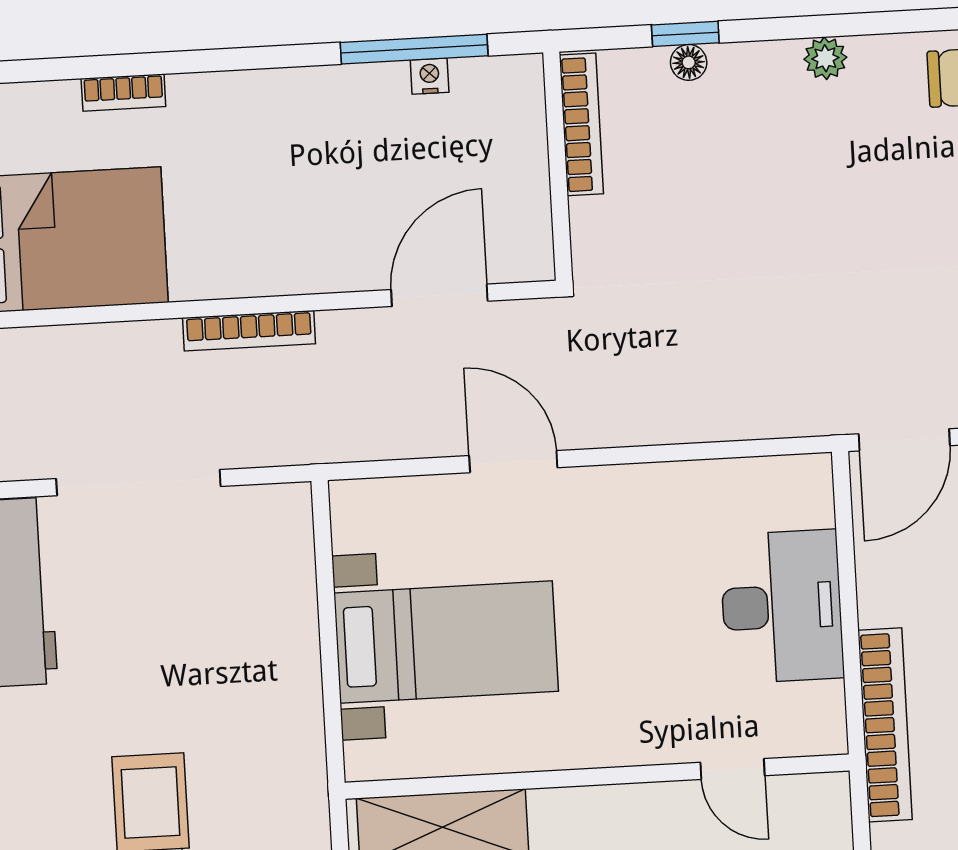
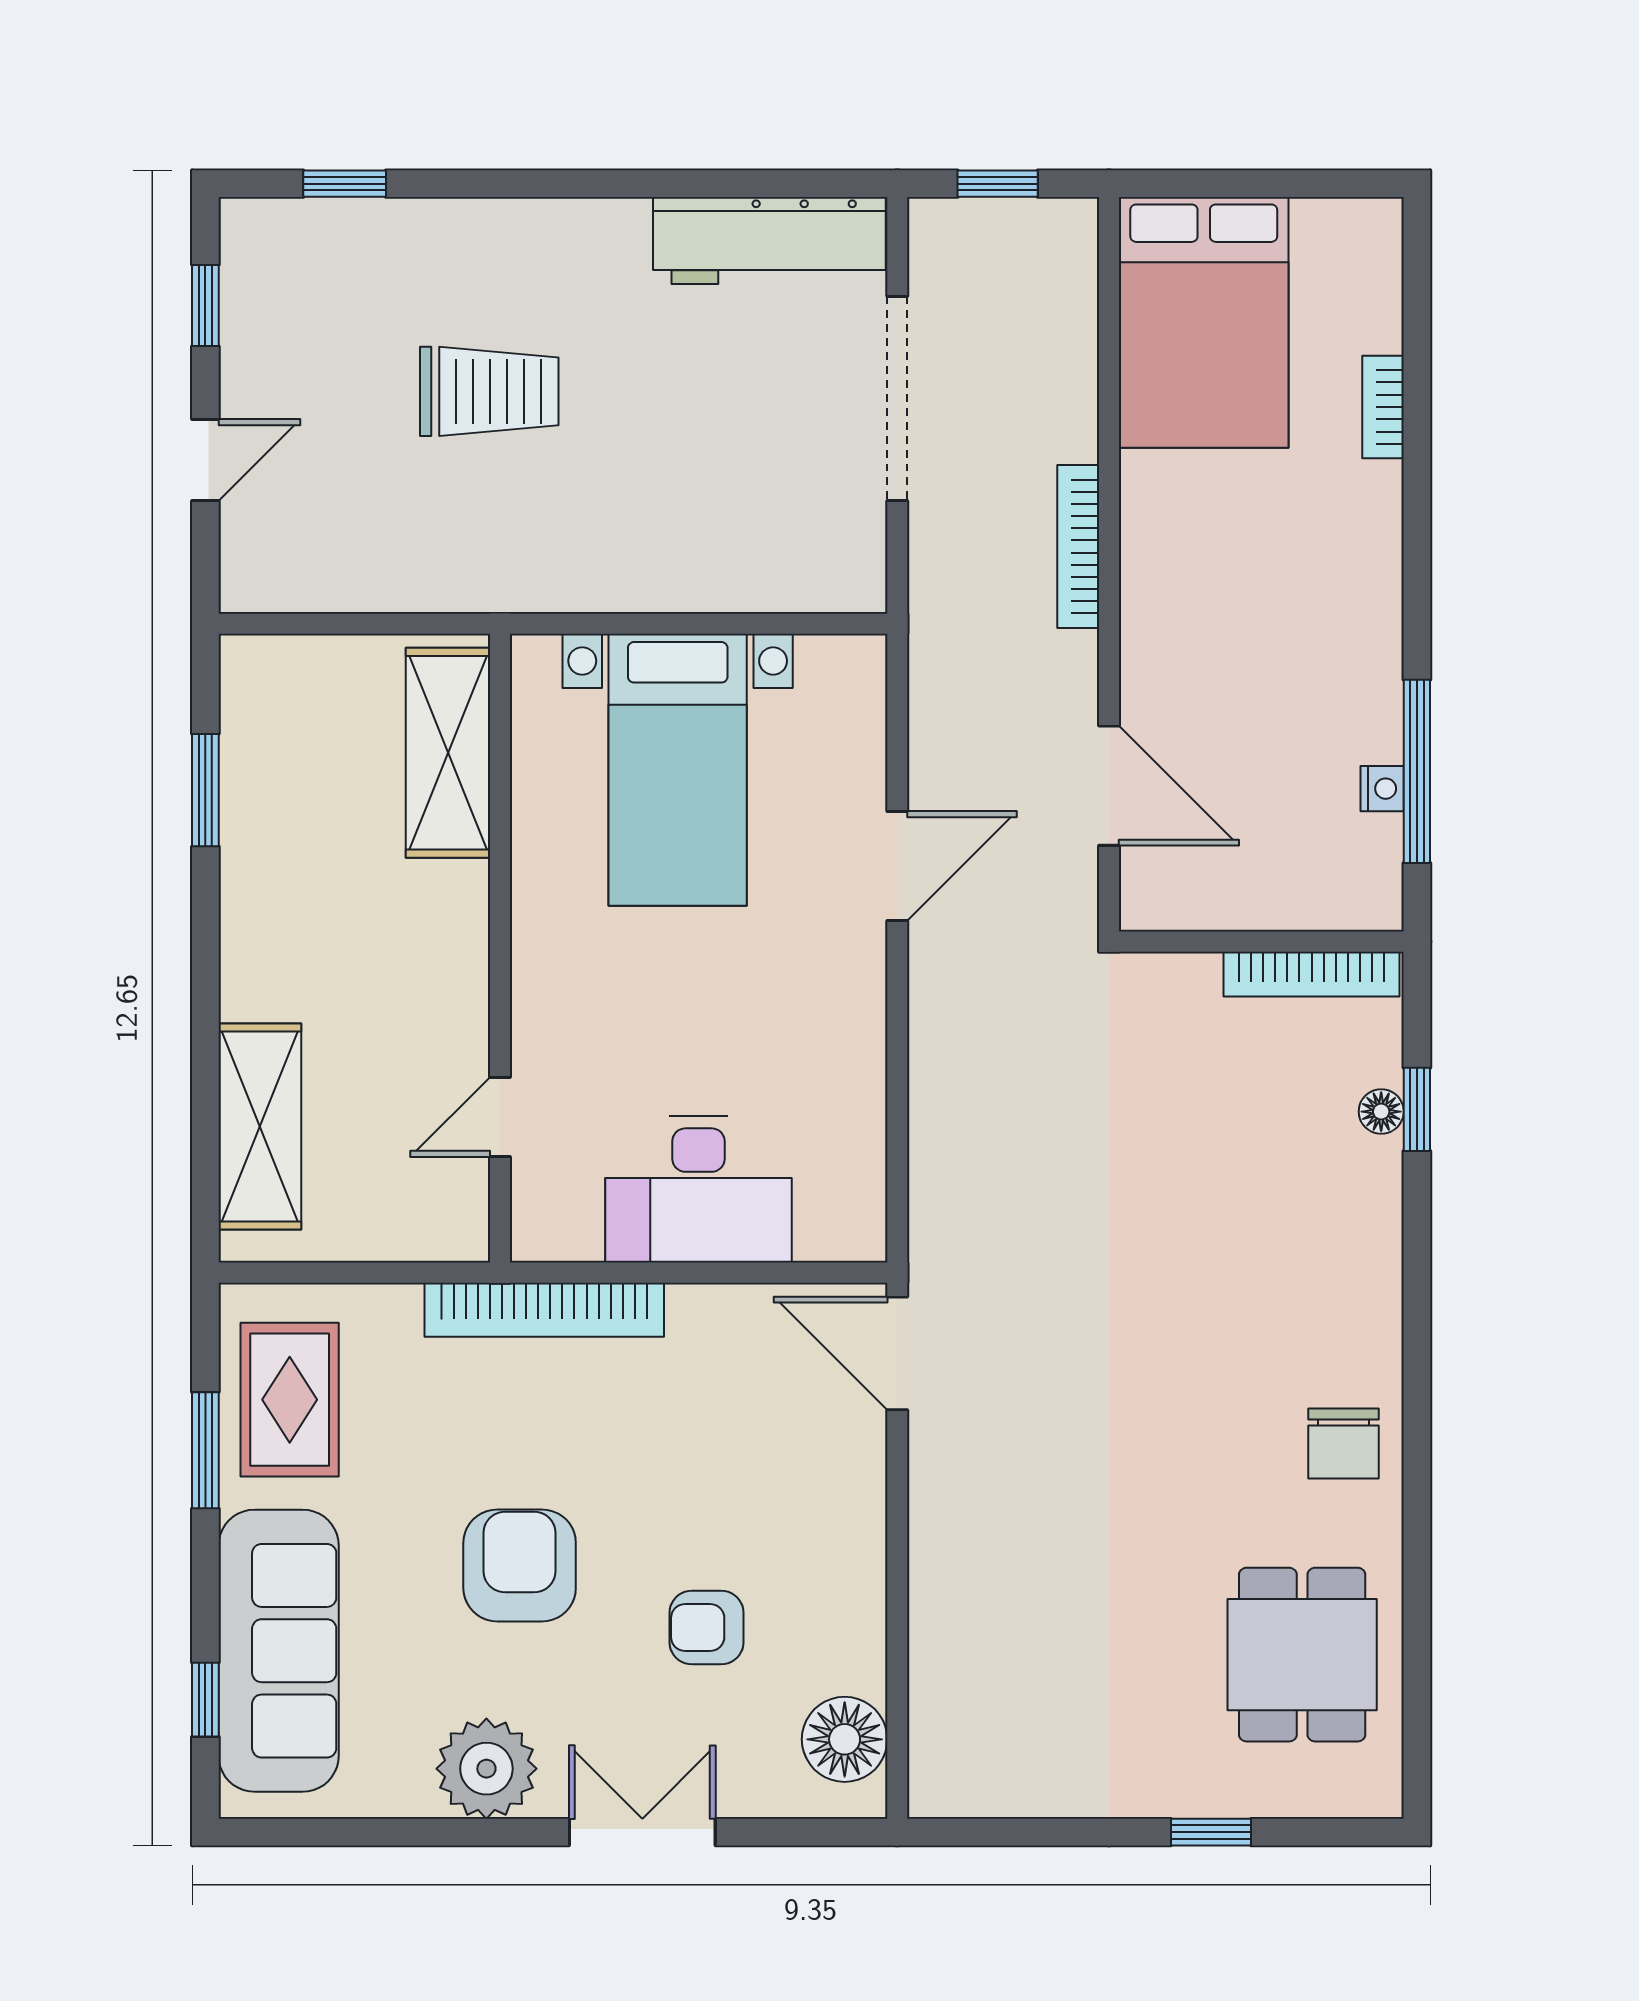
plant: (825, 58) -> (1377, 1282), removed

